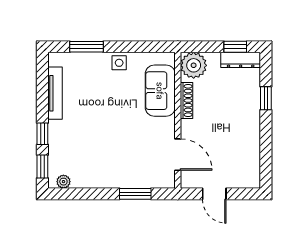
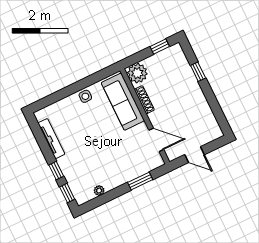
window: (87, 47) -> (58, 96), removed
dresser: (241, 60) -> (168, 54), removed
sofa: (160, 91) -> (123, 102), width x1.36
plant: (63, 182) -> (99, 191), moved

